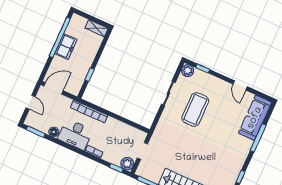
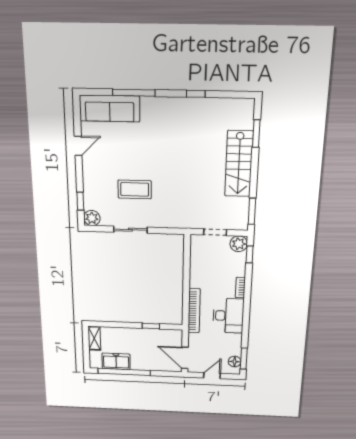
freezer: (66, 47) -> (116, 361), moved
coffee table: (195, 109) -> (135, 189), width x0.73, depth x0.76
floor lamp: (54, 132) -> (235, 362), moved

